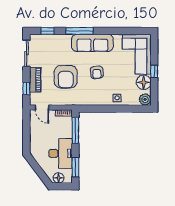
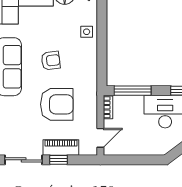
window: (26, 88) -> (59, 160), moved

